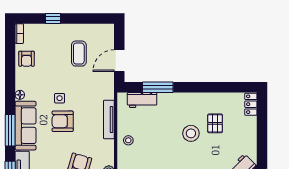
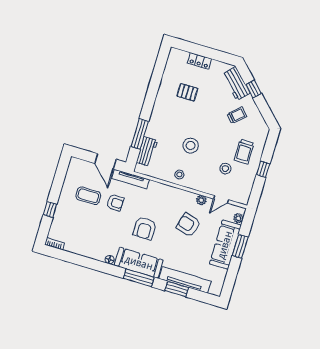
armchair: (27, 59) -> (115, 203), moved
side table: (60, 98) -> (123, 225), removed
locker: (251, 104) -> (199, 61), moved
tv unit: (109, 119) -> (131, 179), moved
stool: (191, 133) -> (191, 146), moved

